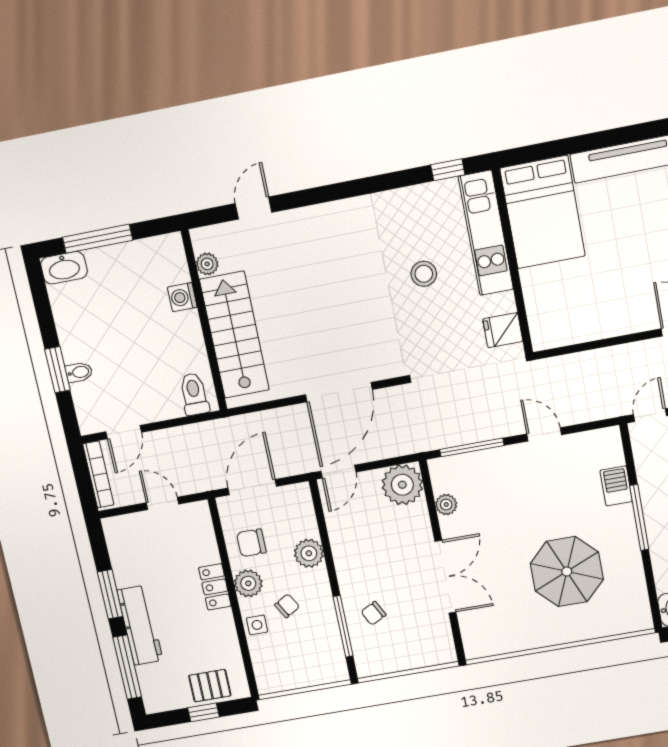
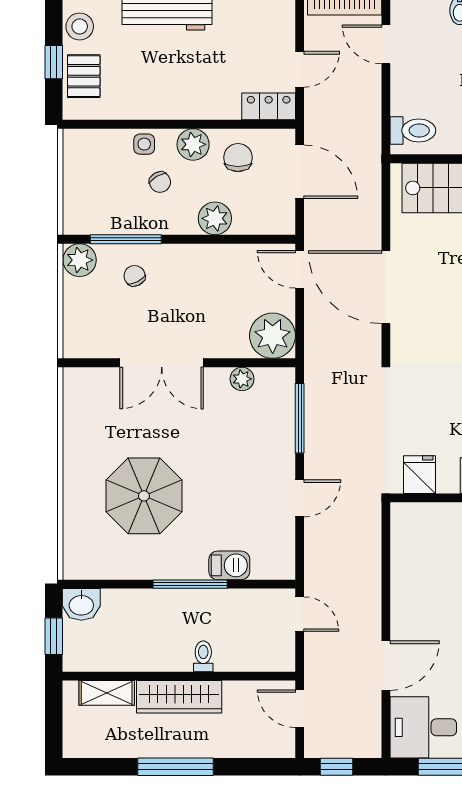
locker: (215, 587) -> (269, 106), moved
plant: (369, 662) -> (80, 260), added
stool: (168, 696) -> (80, 26), added

